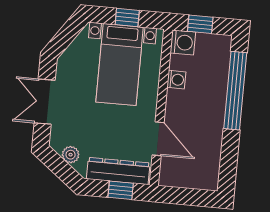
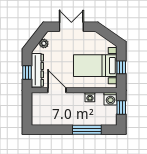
window: (235, 91) -> (87, 130), width x0.68
door: (158, 139) -> (57, 90), swing flipped

